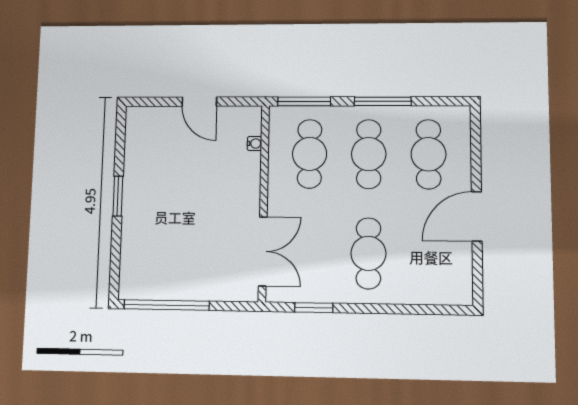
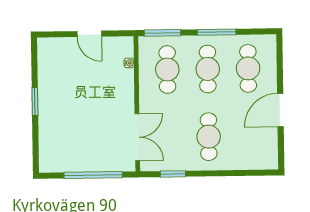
window: (167, 305) -> (93, 175), moved

